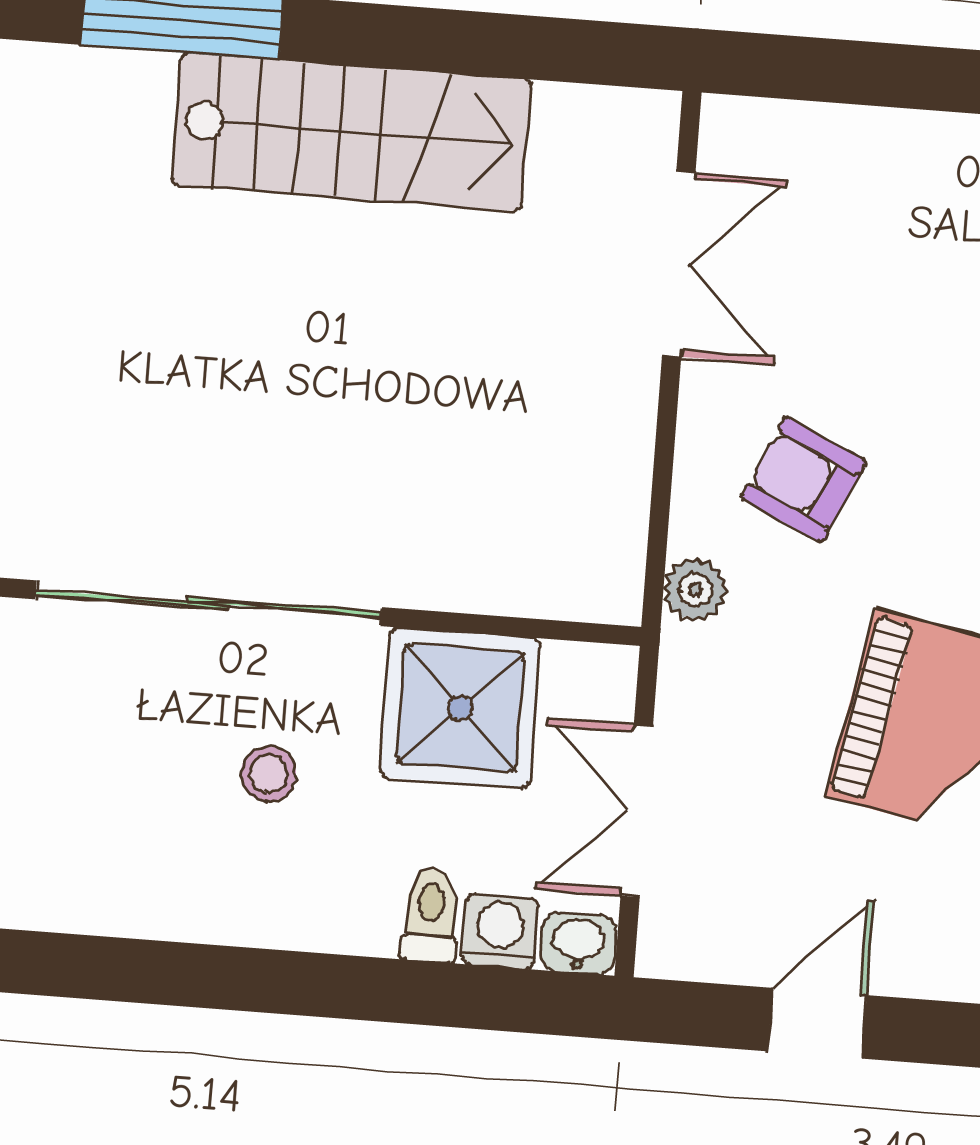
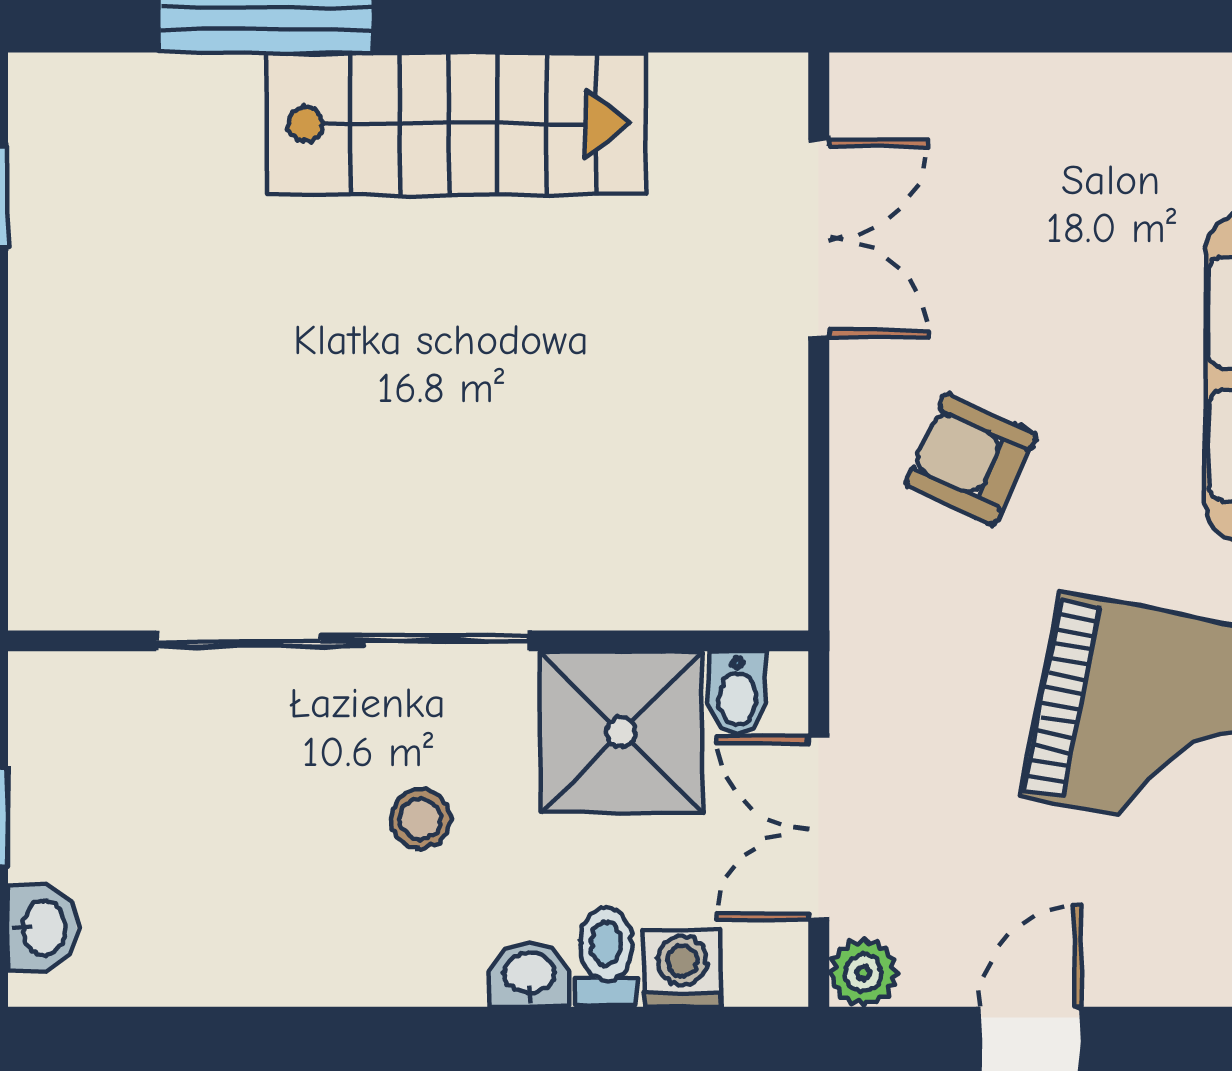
plant: (695, 590) -> (863, 973), moved
bidet: (571, 680) -> (737, 693), added
washbasin: (579, 943) -> (529, 975), moved

